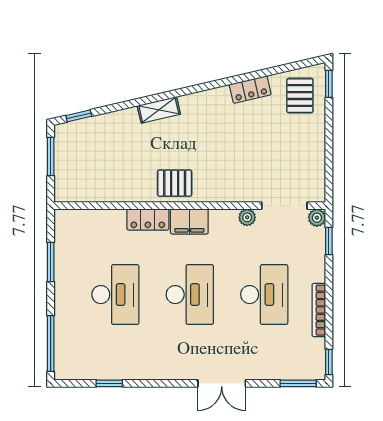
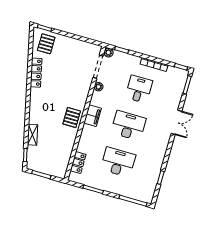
locker: (250, 90) -> (36, 73), width x1.53
pallet: (300, 96) -> (46, 44), turned 90
shelving: (159, 110) -> (33, 135), moved
locker: (148, 219) -> (78, 163), moved
desk: (264, 295) -> (139, 89), width x0.73

